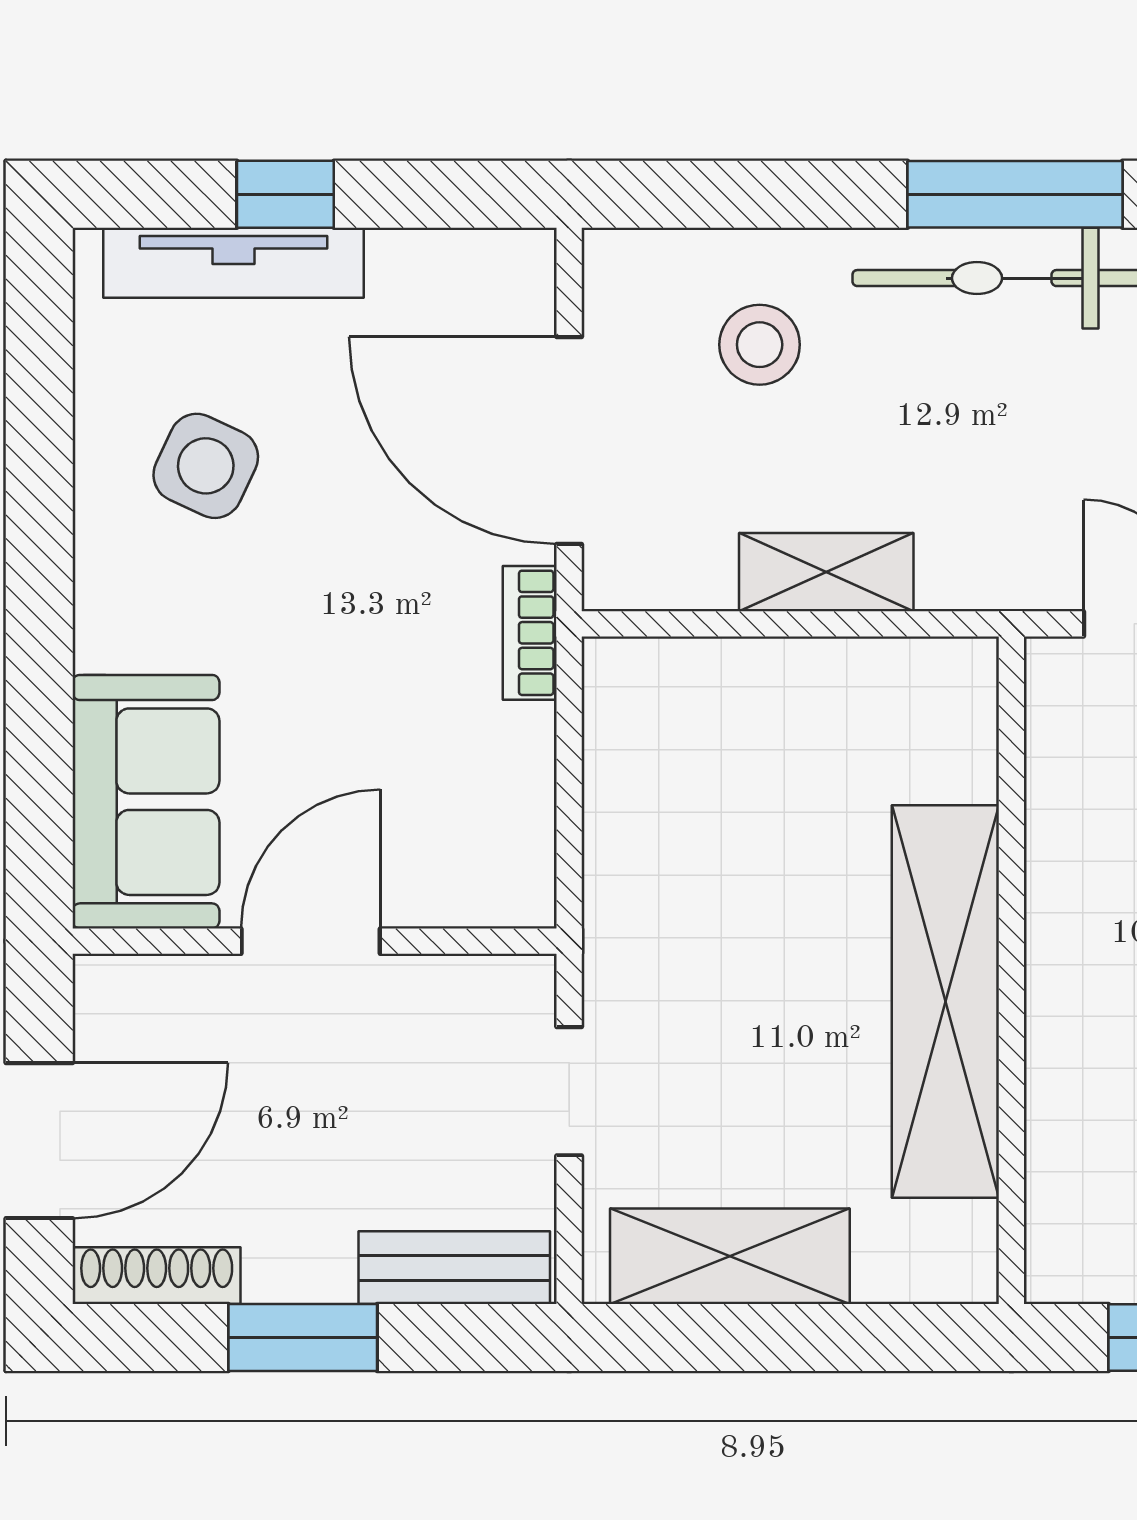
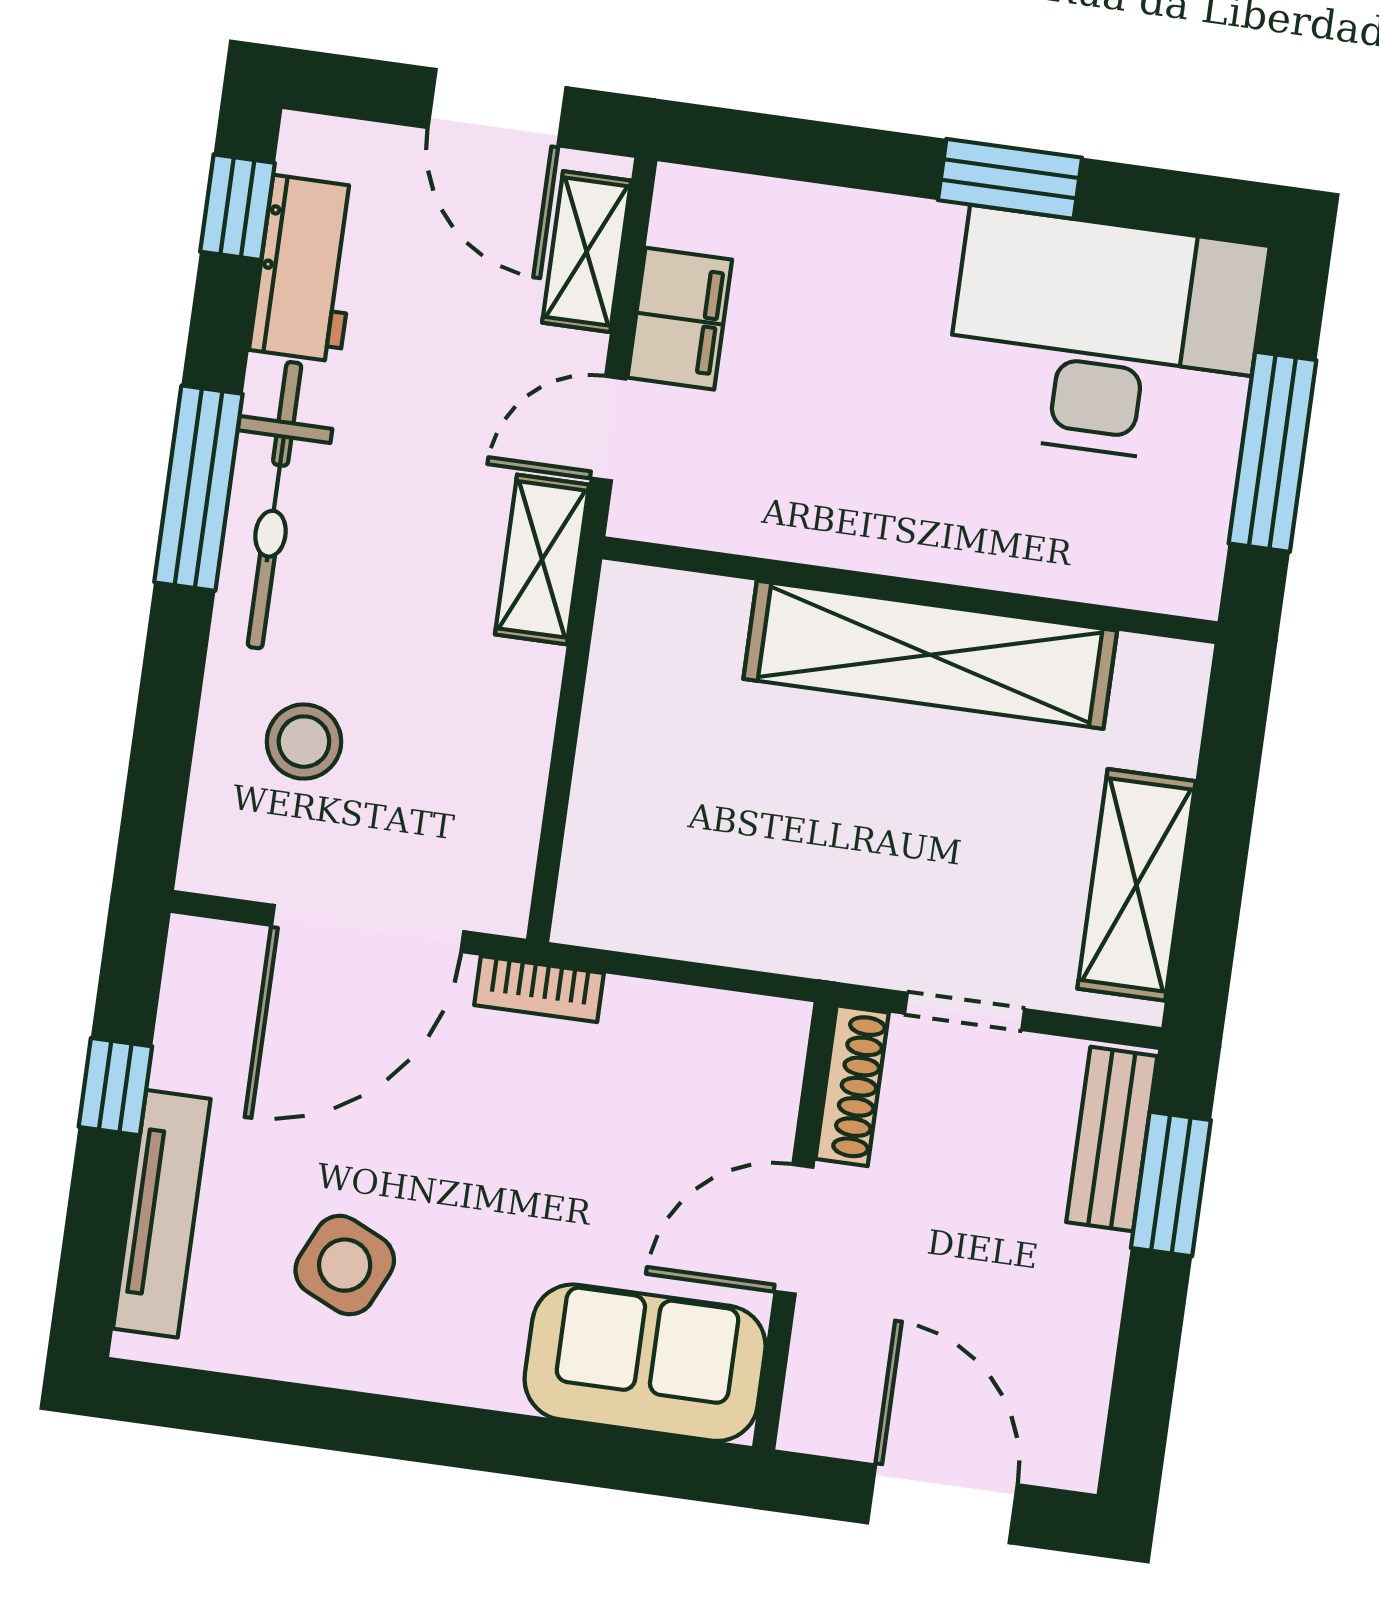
window: (285, 194) -> (115, 1087), moved
shelving: (826, 572) -> (542, 559), moved
door: (311, 941) -> (794, 1229), hinge flipped
shoe rack: (157, 1276) -> (852, 1086), moved, turned 180
window: (303, 1337) -> (1171, 1184), moved

